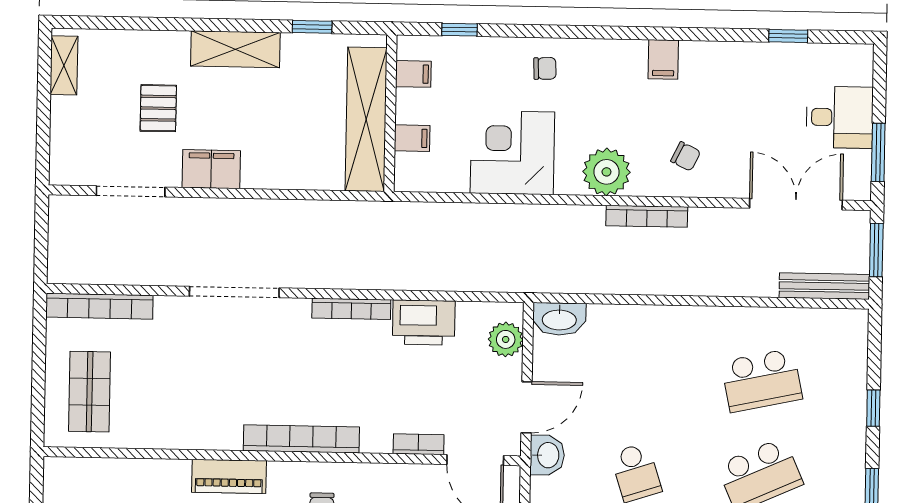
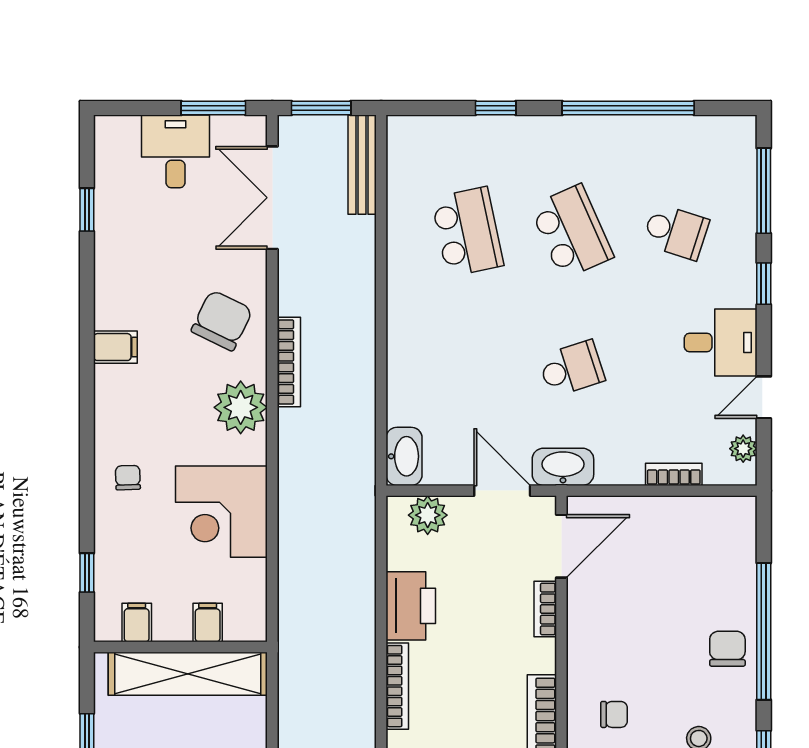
chair: (686, 156) -> (222, 320), width x1.87, depth x1.87
washbasin: (547, 455) -> (563, 467), width x1.38

